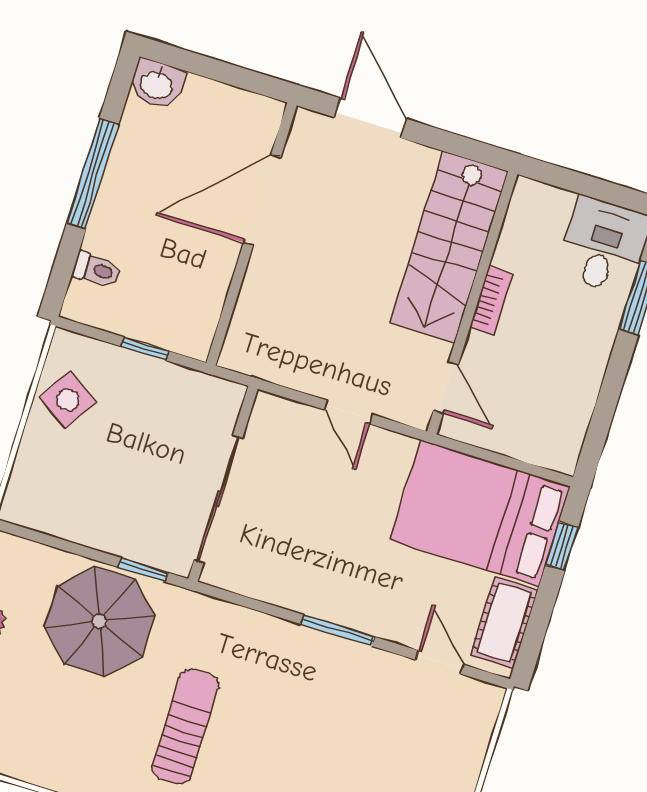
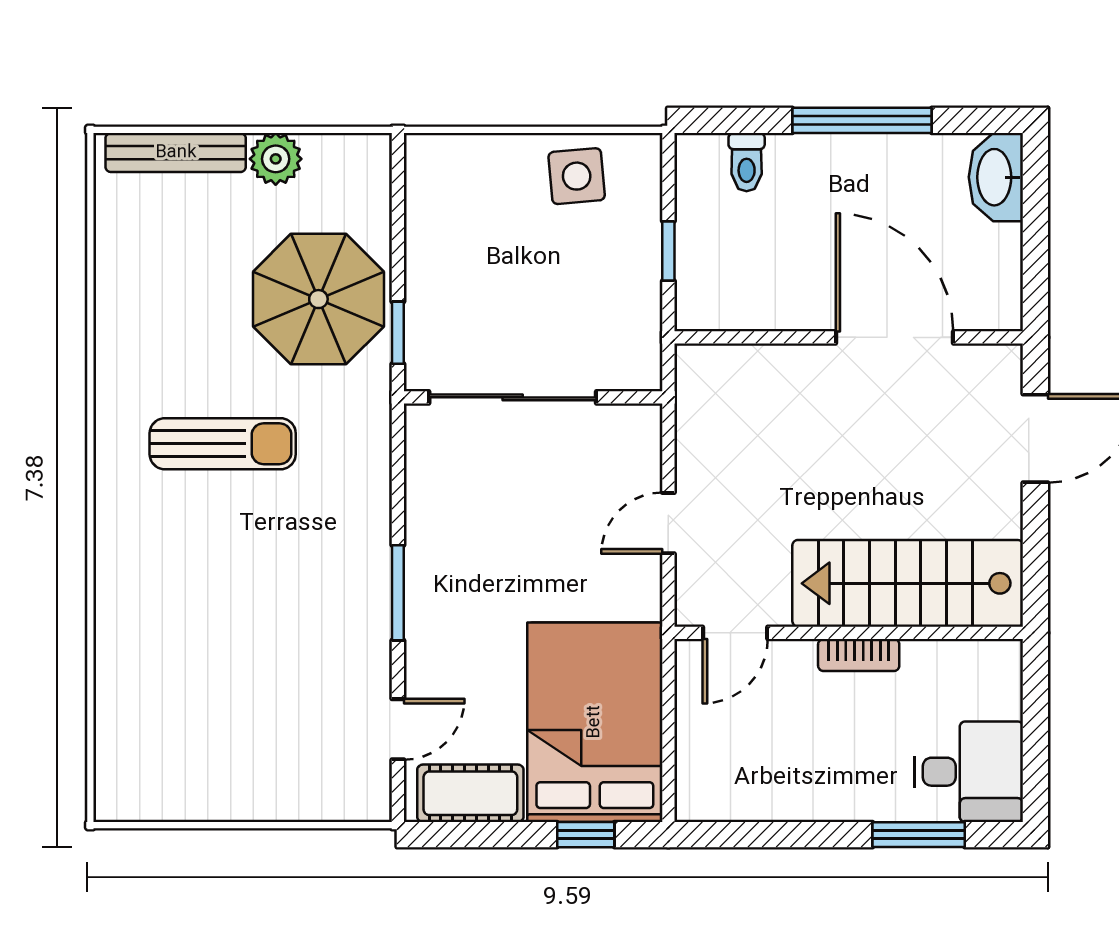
washbasin: (157, 84) -> (996, 177), width x1.38
side table: (68, 400) -> (577, 176), turned -38

